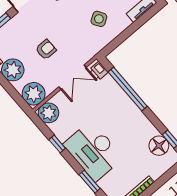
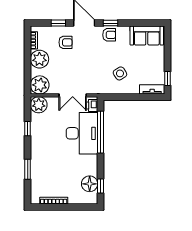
armchair: (46, 49) -> (65, 42), moved
desk: (93, 151) -> (82, 133), moved, turned 180

